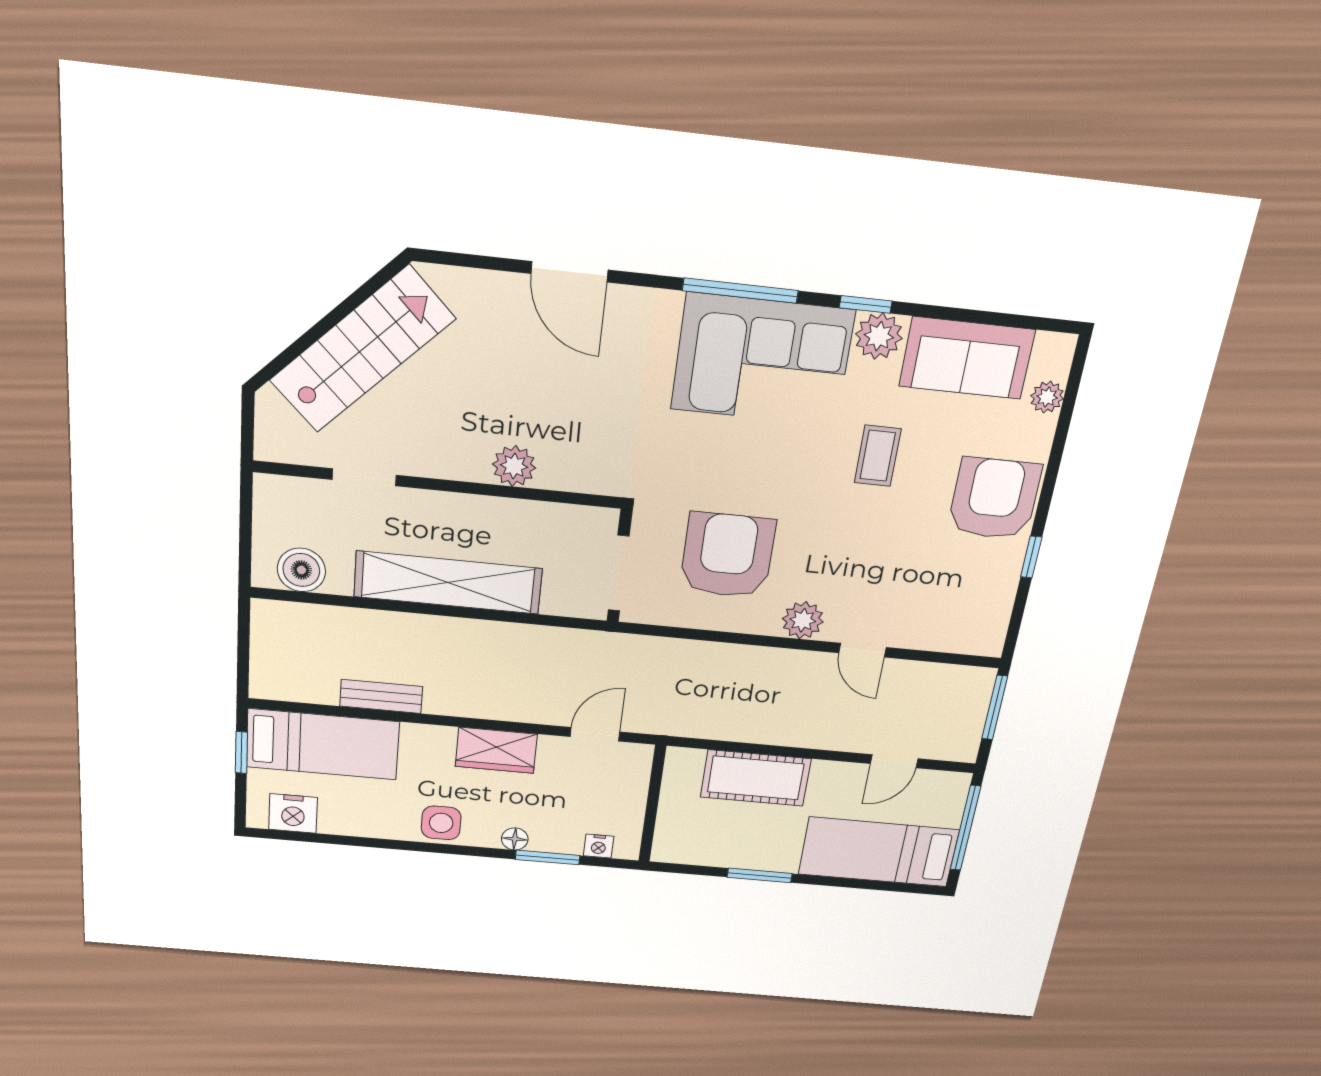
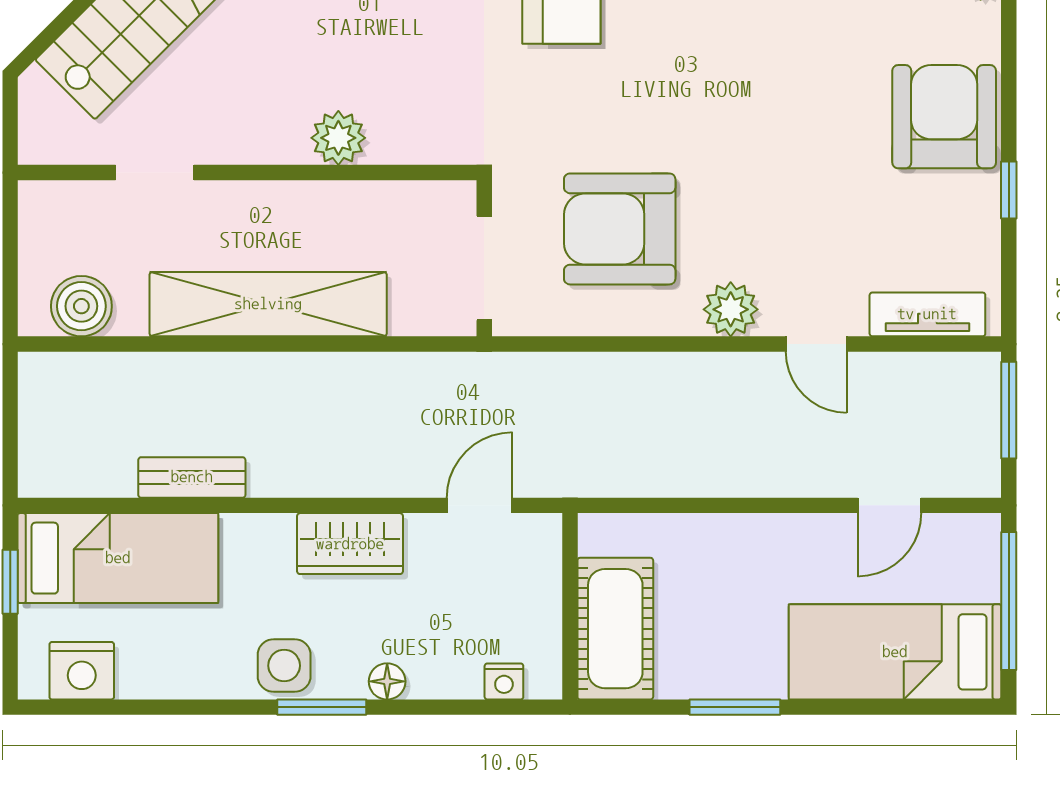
coffee table: (878, 456) -> (787, 76), removed
armchair: (727, 555) -> (620, 229), turned -90
tv unit: (950, 638) -> (927, 314), added
cot: (756, 778) -> (615, 629), moved, turned 90
window: (548, 857) -> (322, 707), moved

